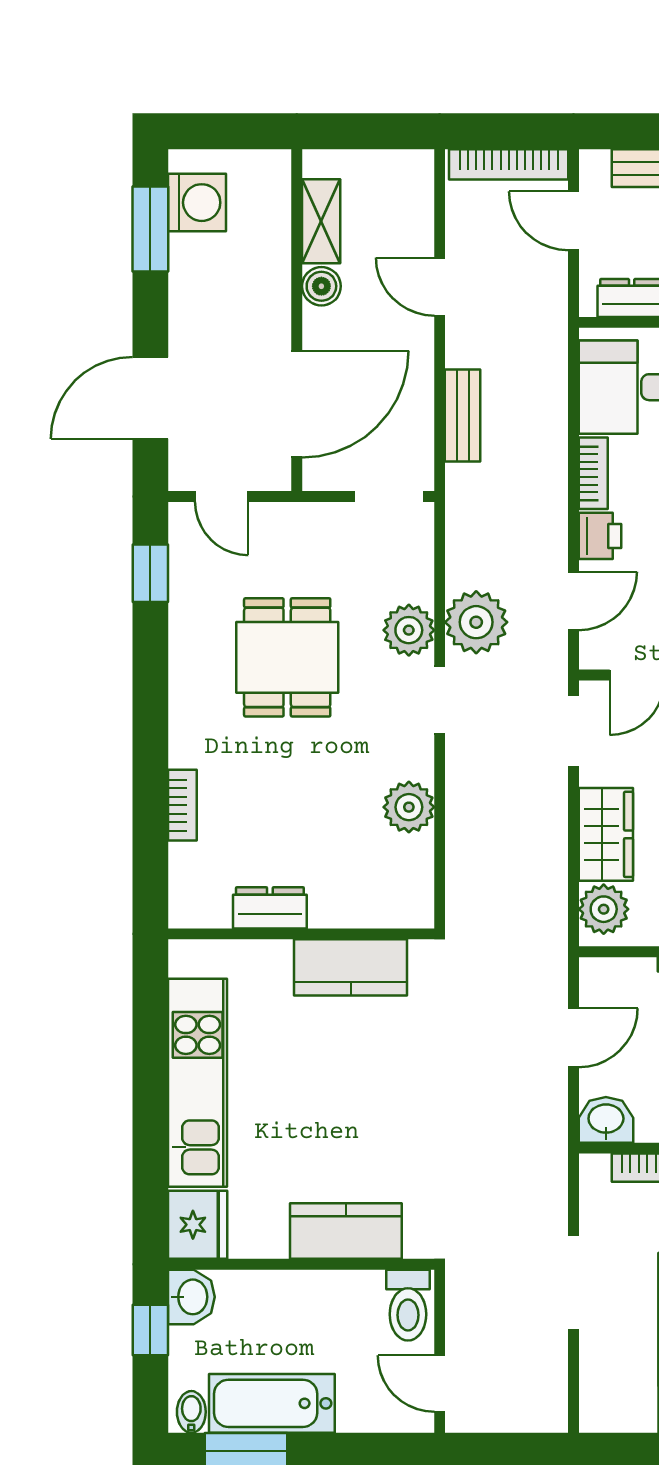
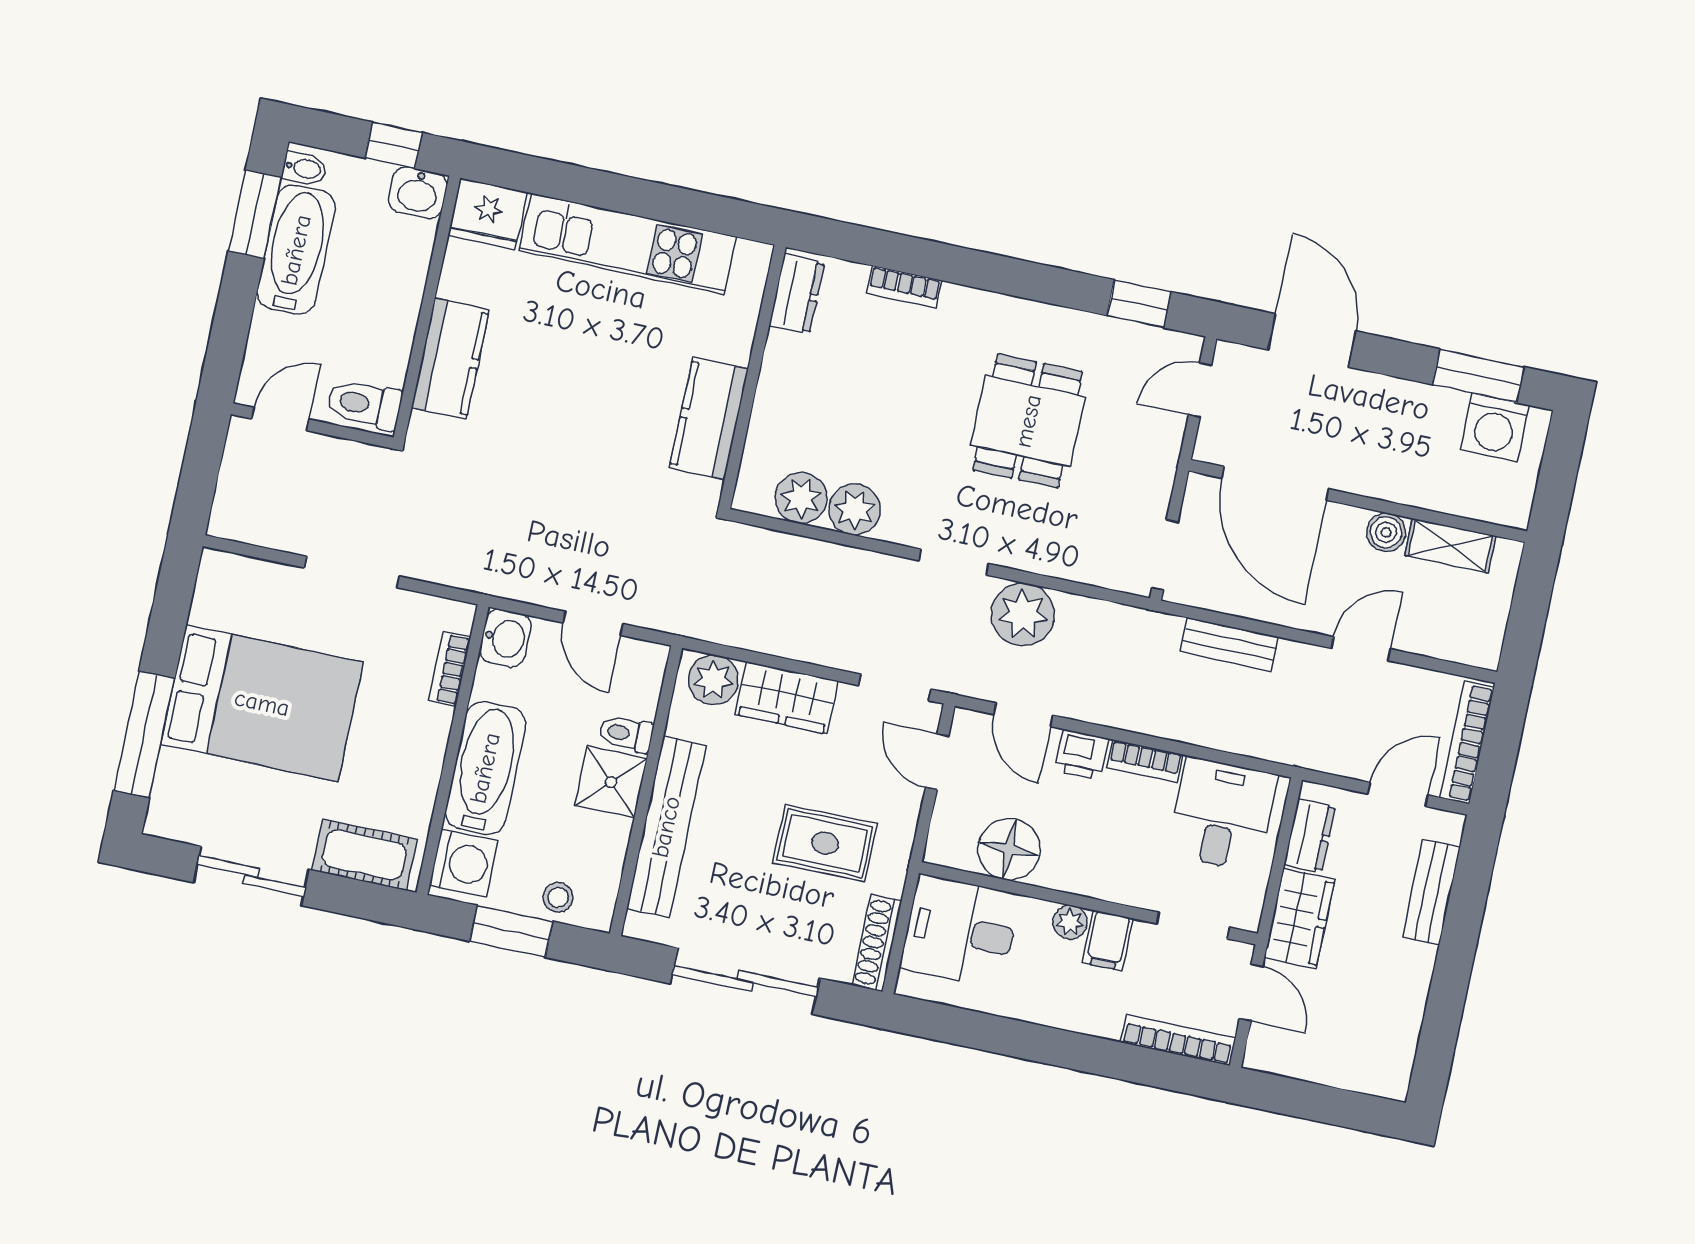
plant: (409, 630) -> (801, 498), moved
dining table: (287, 657) -> (1028, 421), turned 90
dresser: (270, 908) -> (797, 294), moved

